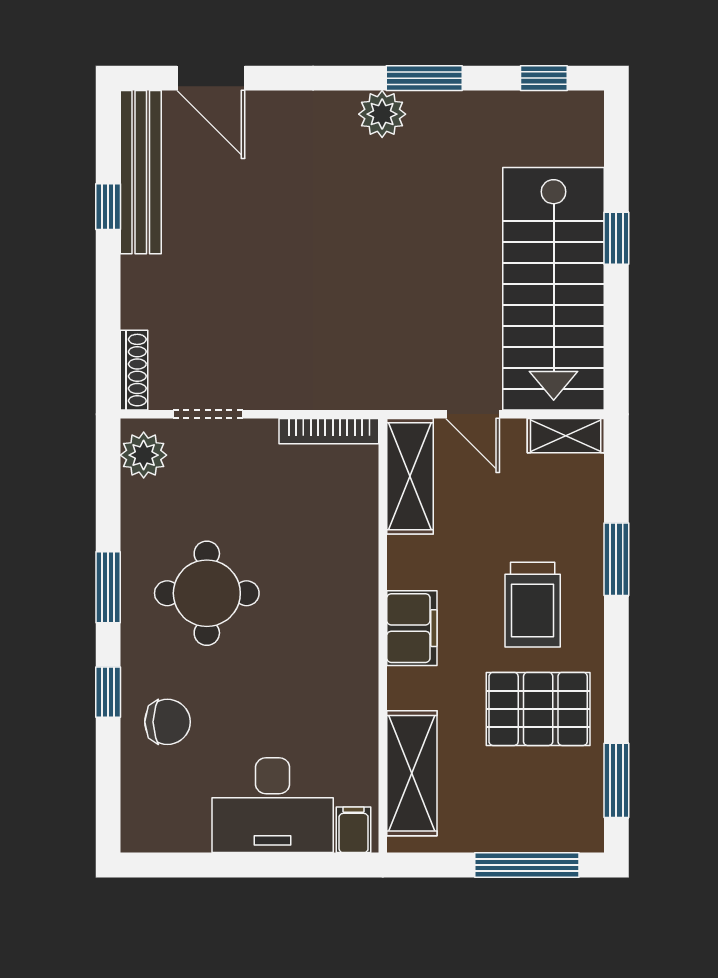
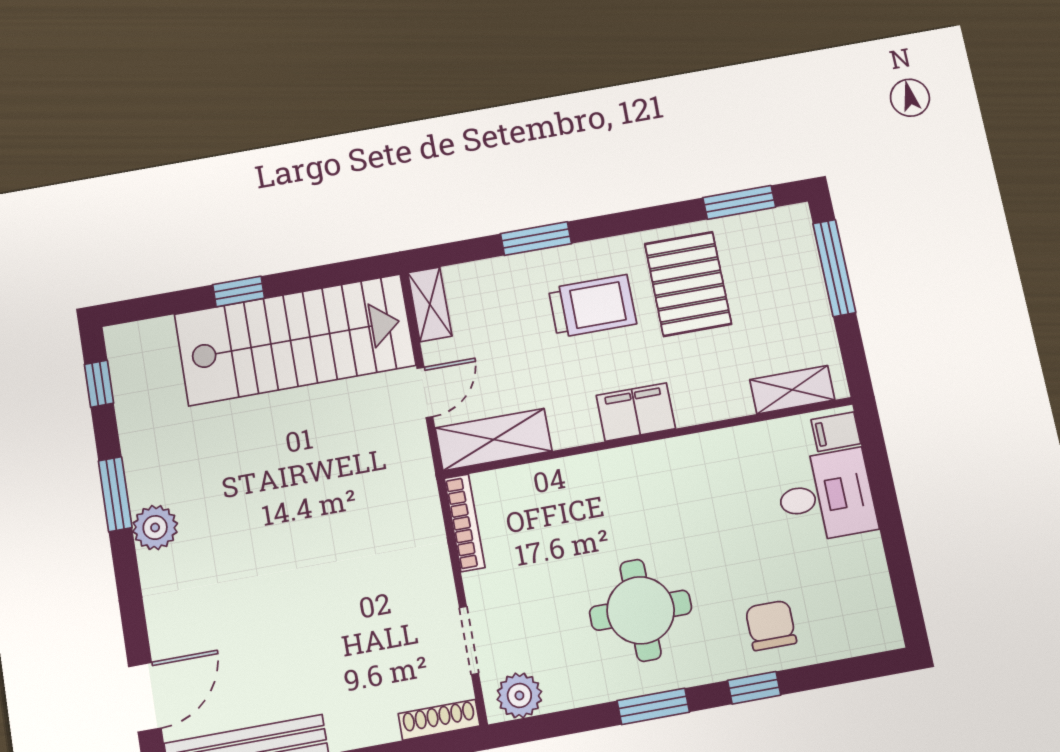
shelving: (412, 773) -> (792, 390), width x0.67, depth x0.75
desk: (273, 805) -> (826, 496), width x0.73

